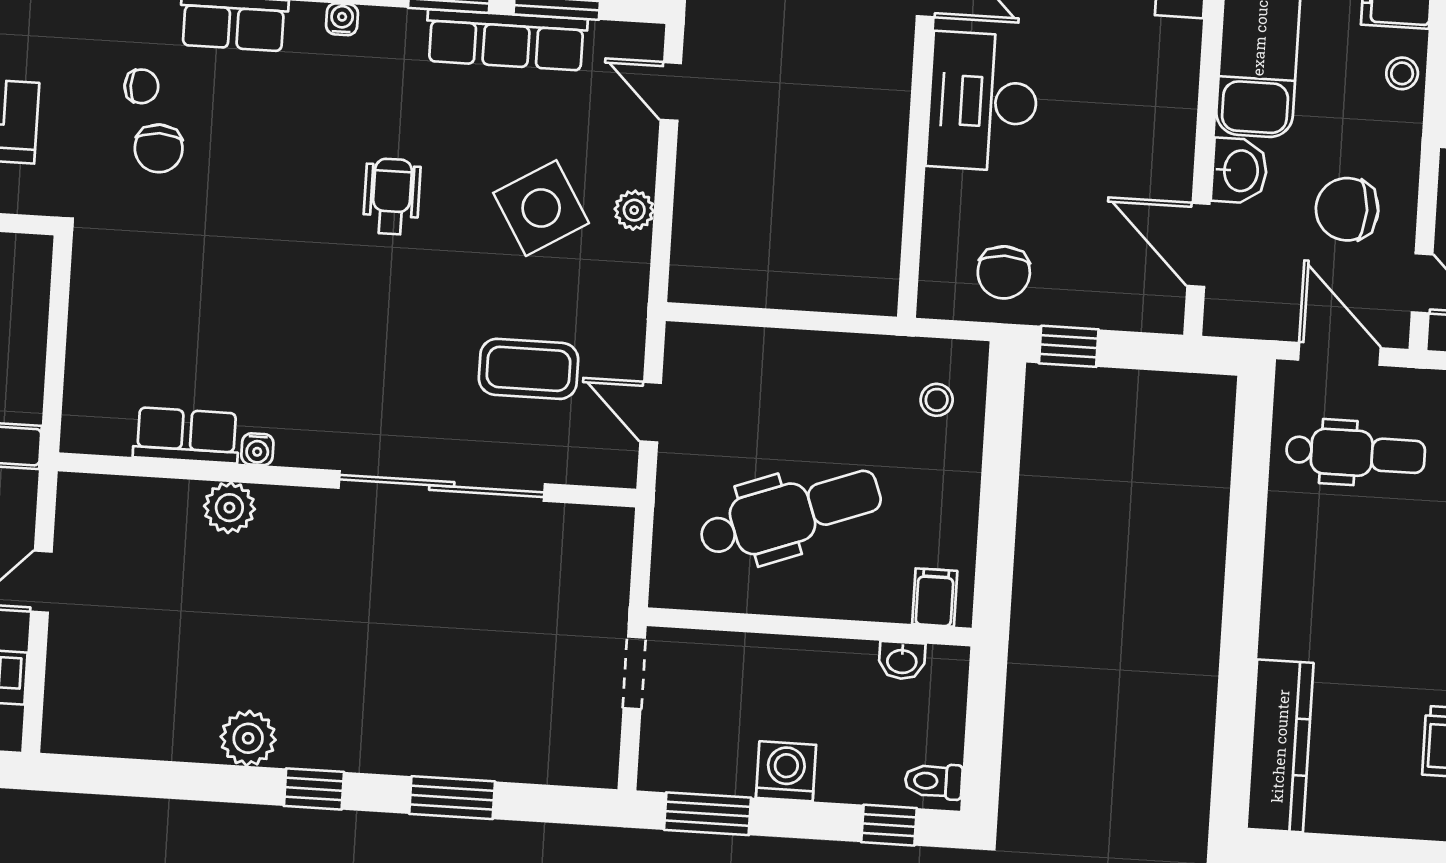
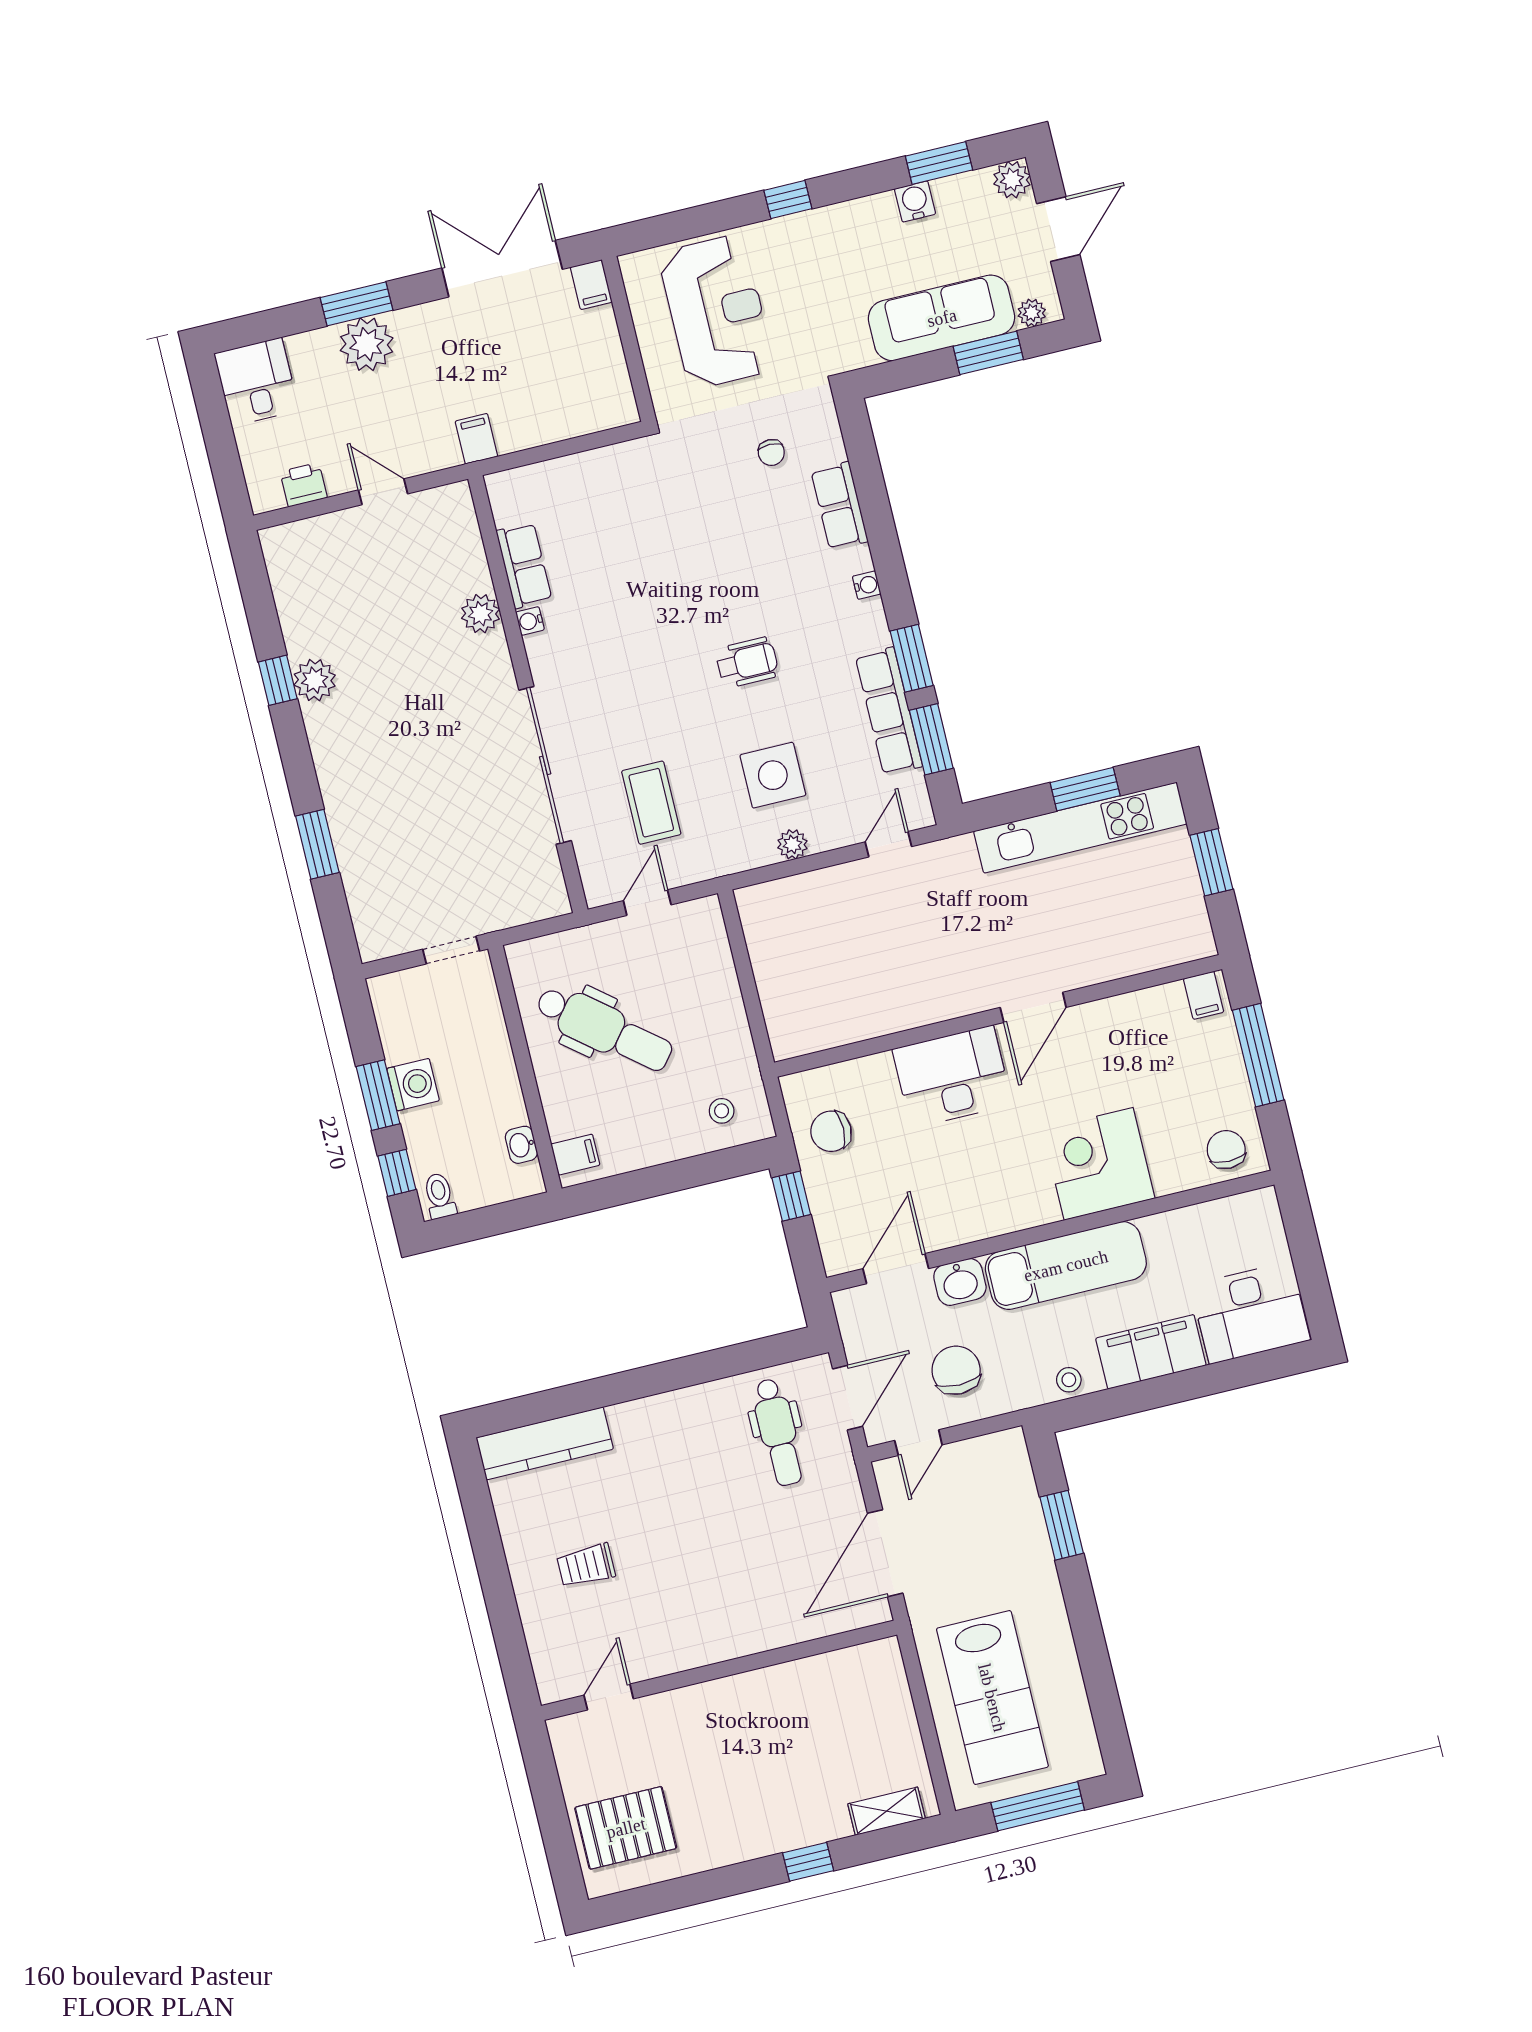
chair: (159, 148) -> (729, 479), removed
side table: (541, 208) -> (773, 775), turned 31
dental chair: (790, 514) -> (604, 1029), turned -31
window: (314, 789) -> (278, 680), moved
window: (707, 814) -> (378, 1095), moved

